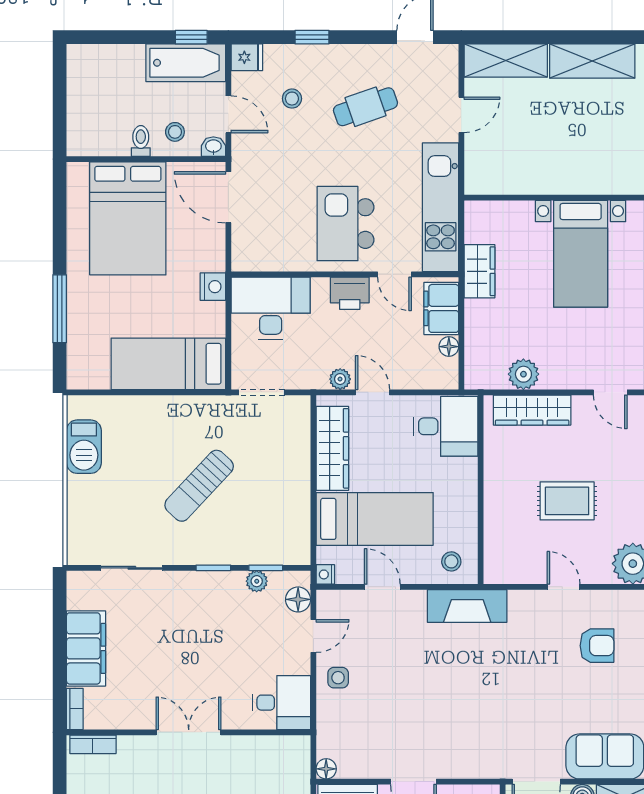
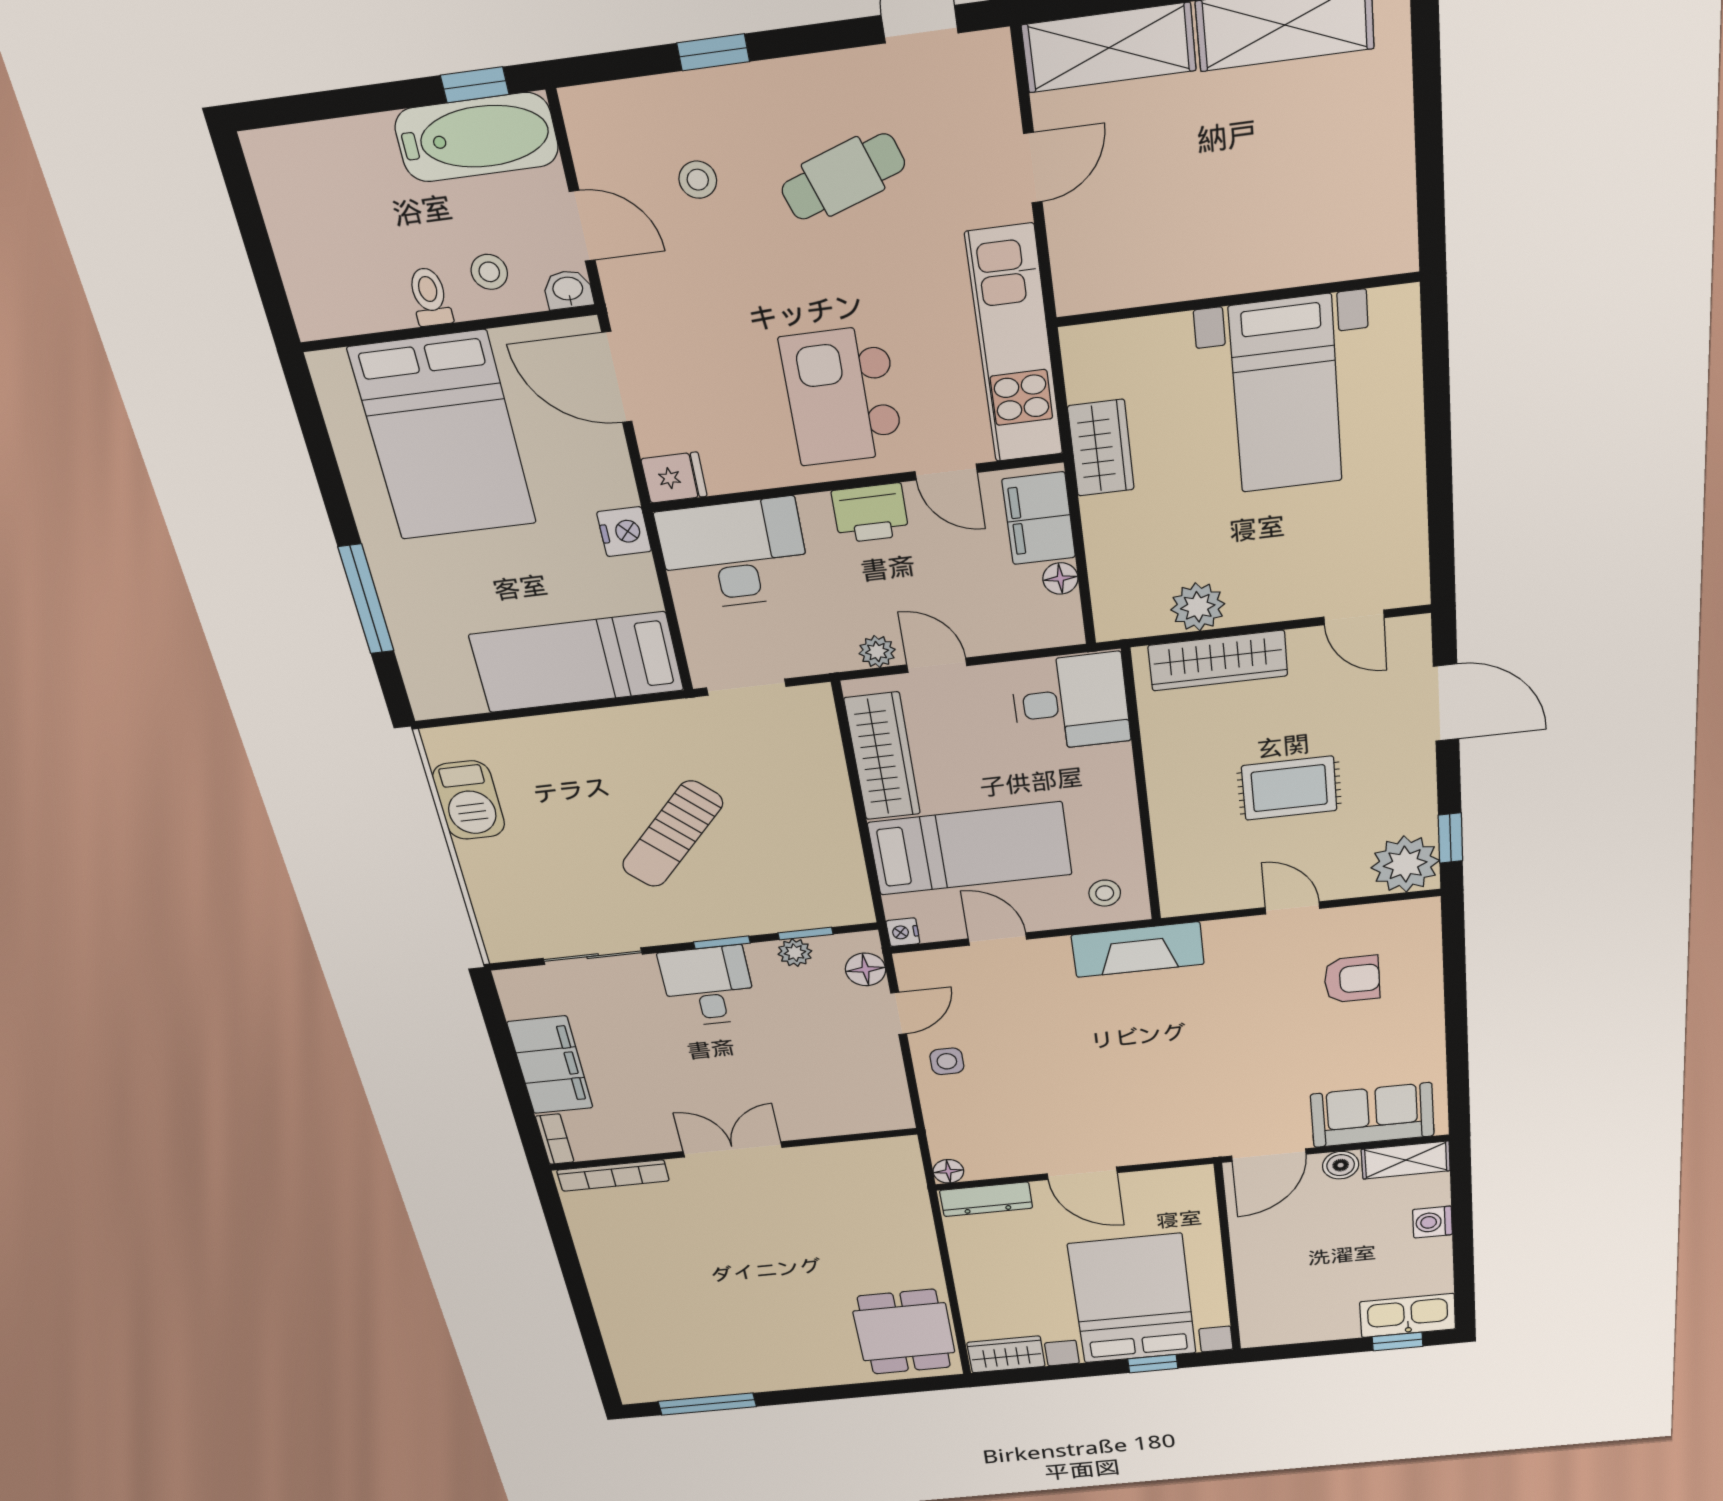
fridge: (247, 57) -> (674, 478), moved
desk: (281, 703) -> (708, 986), moved, turned -90
bookcase: (93, 744) -> (613, 1175), width x1.56

